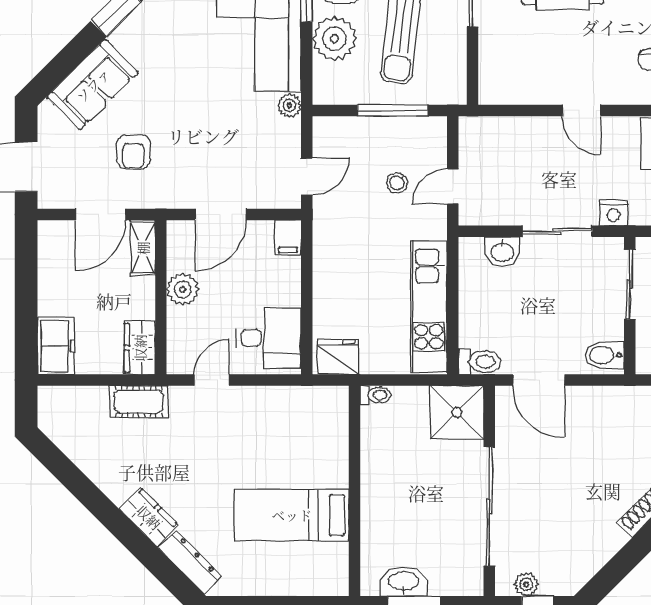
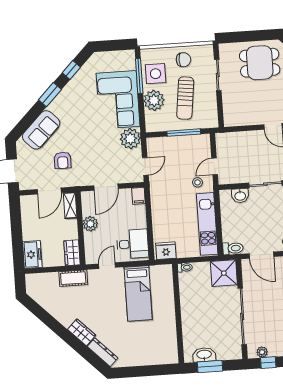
plant: (289, 105) -> (130, 139), width x1.88, depth x1.88
stool: (397, 183) -> (198, 182), moved
bed: (292, 515) -> (138, 293), moved, turned -90

